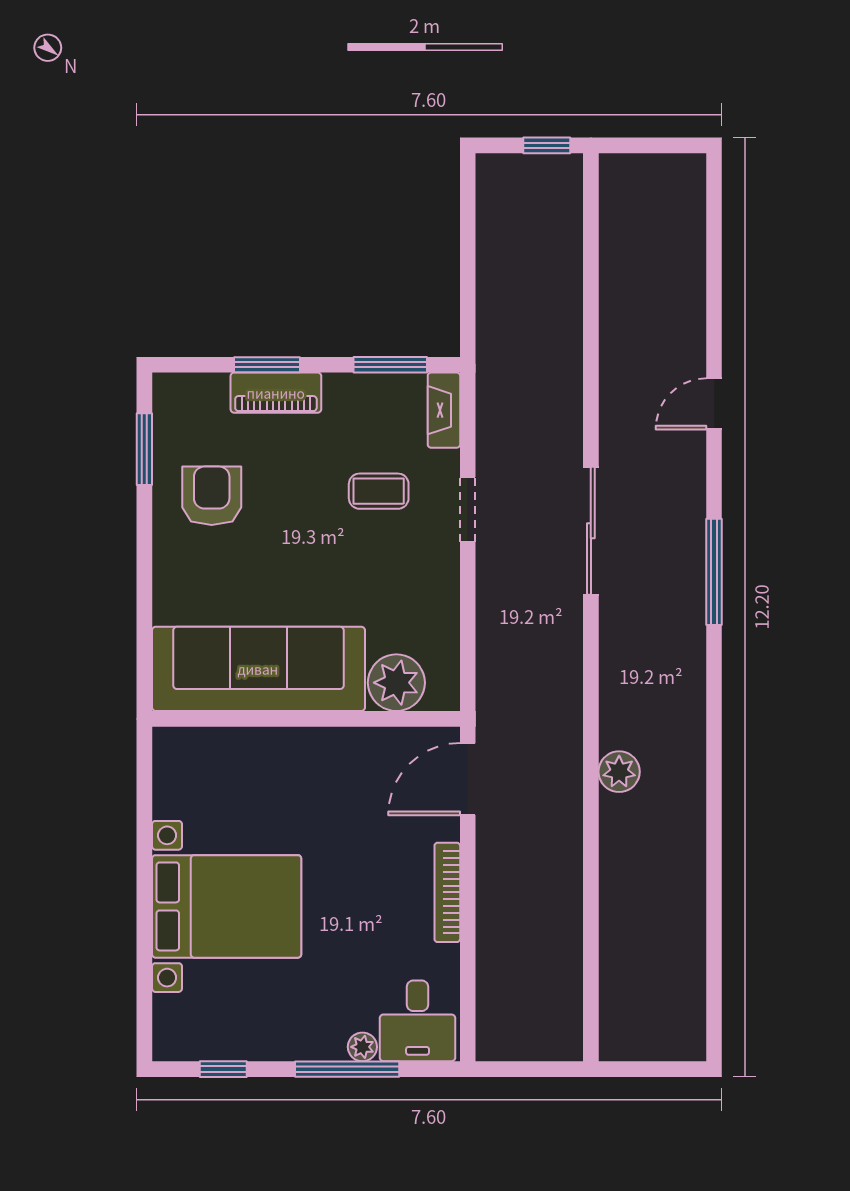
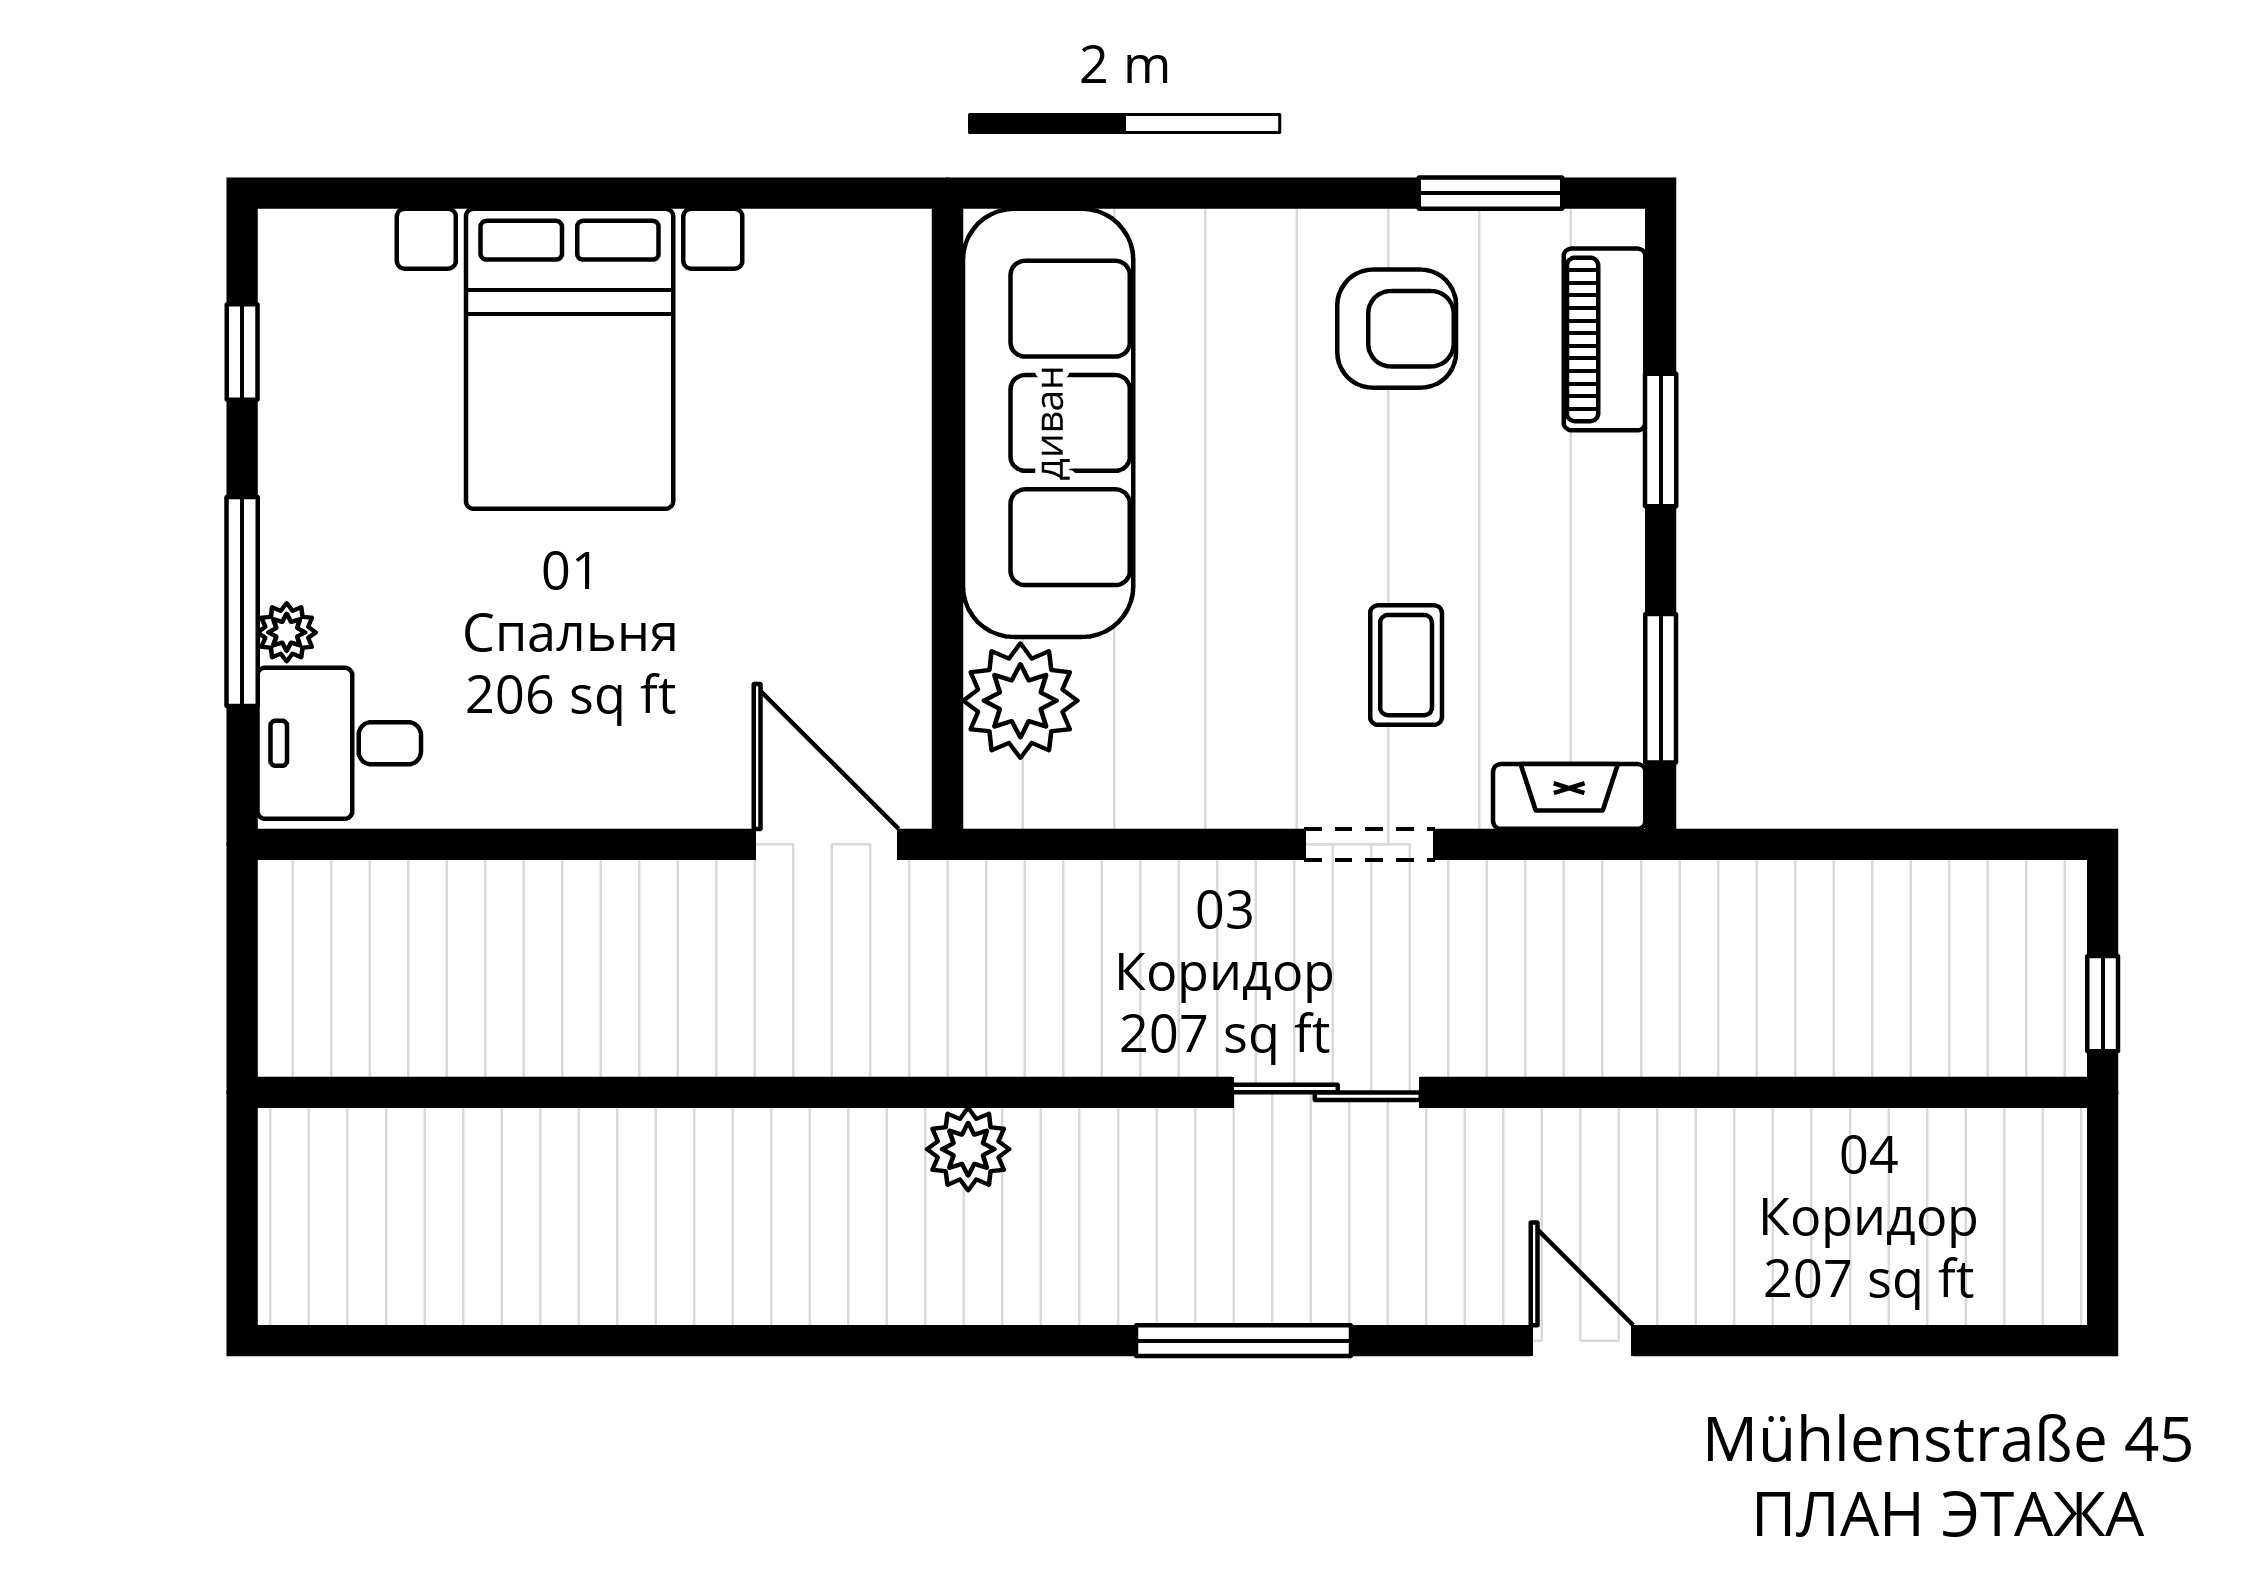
piano: (276, 393) -> (1605, 339), moved
sliding door: (591, 531) -> (1326, 1092), width x0.73
plant: (619, 772) -> (968, 1149), moved
bookcase: (447, 892) -> (598, 803), removed

